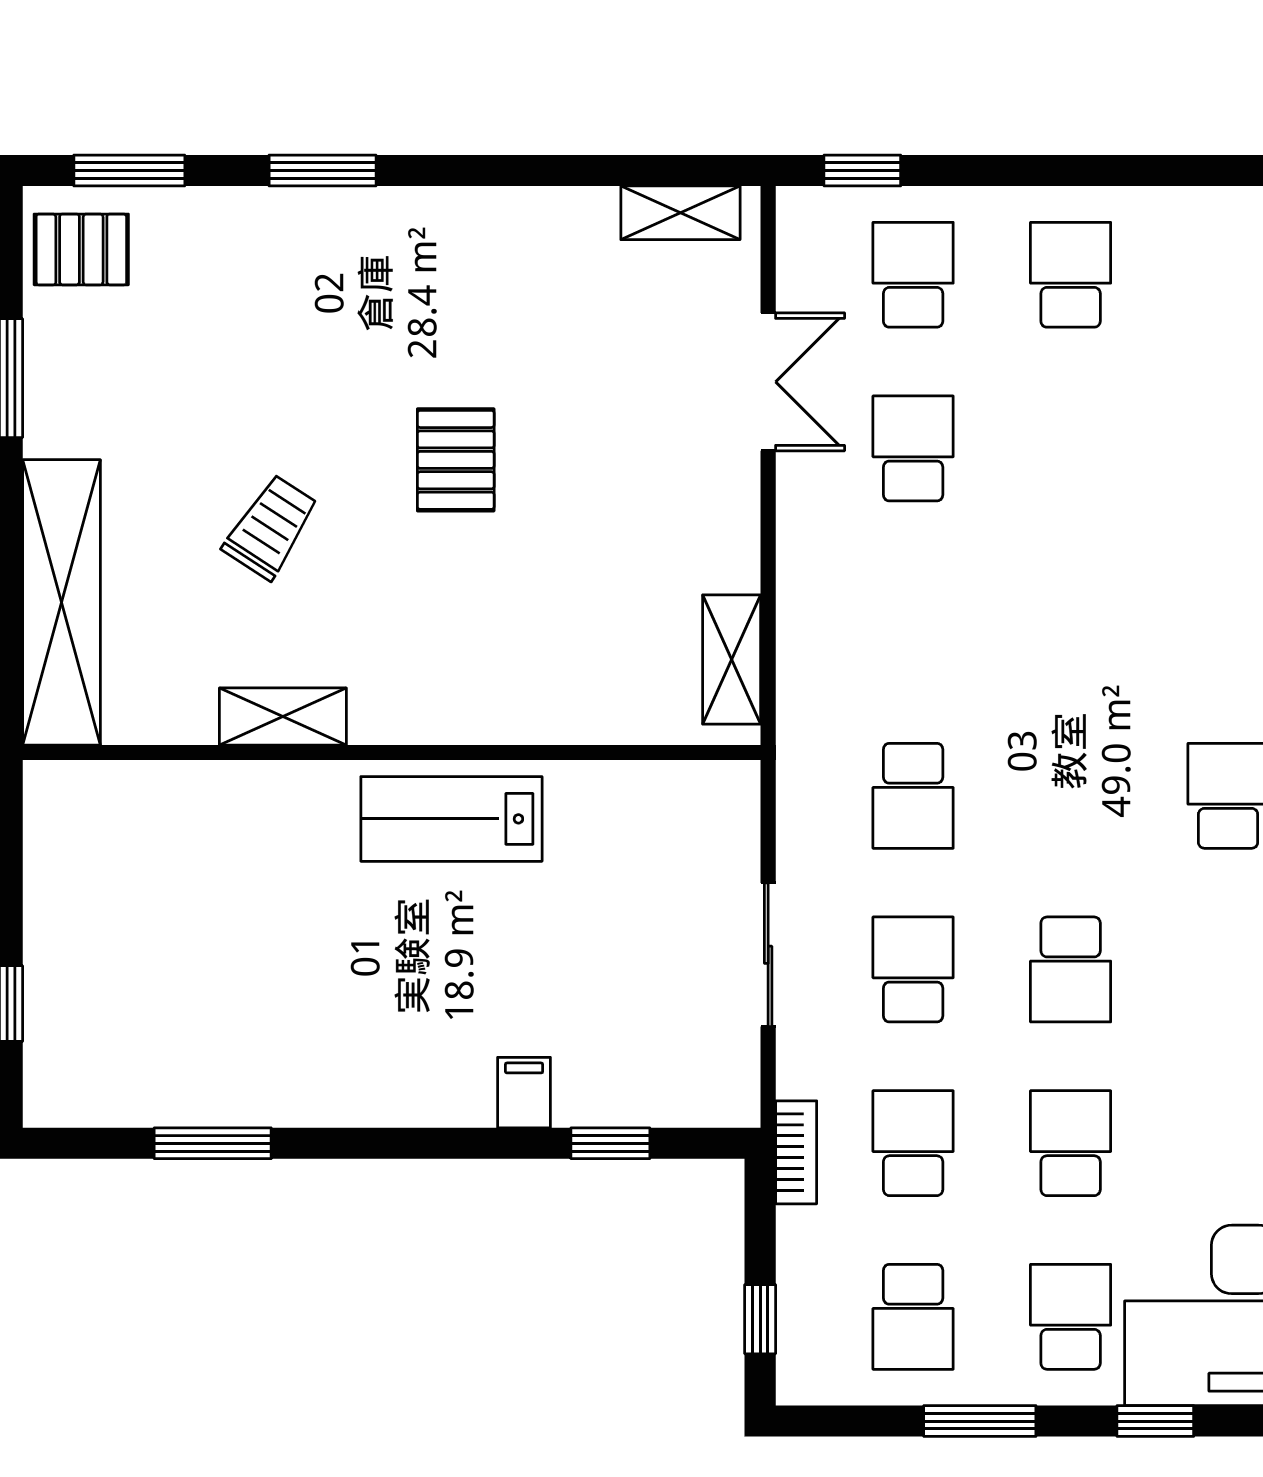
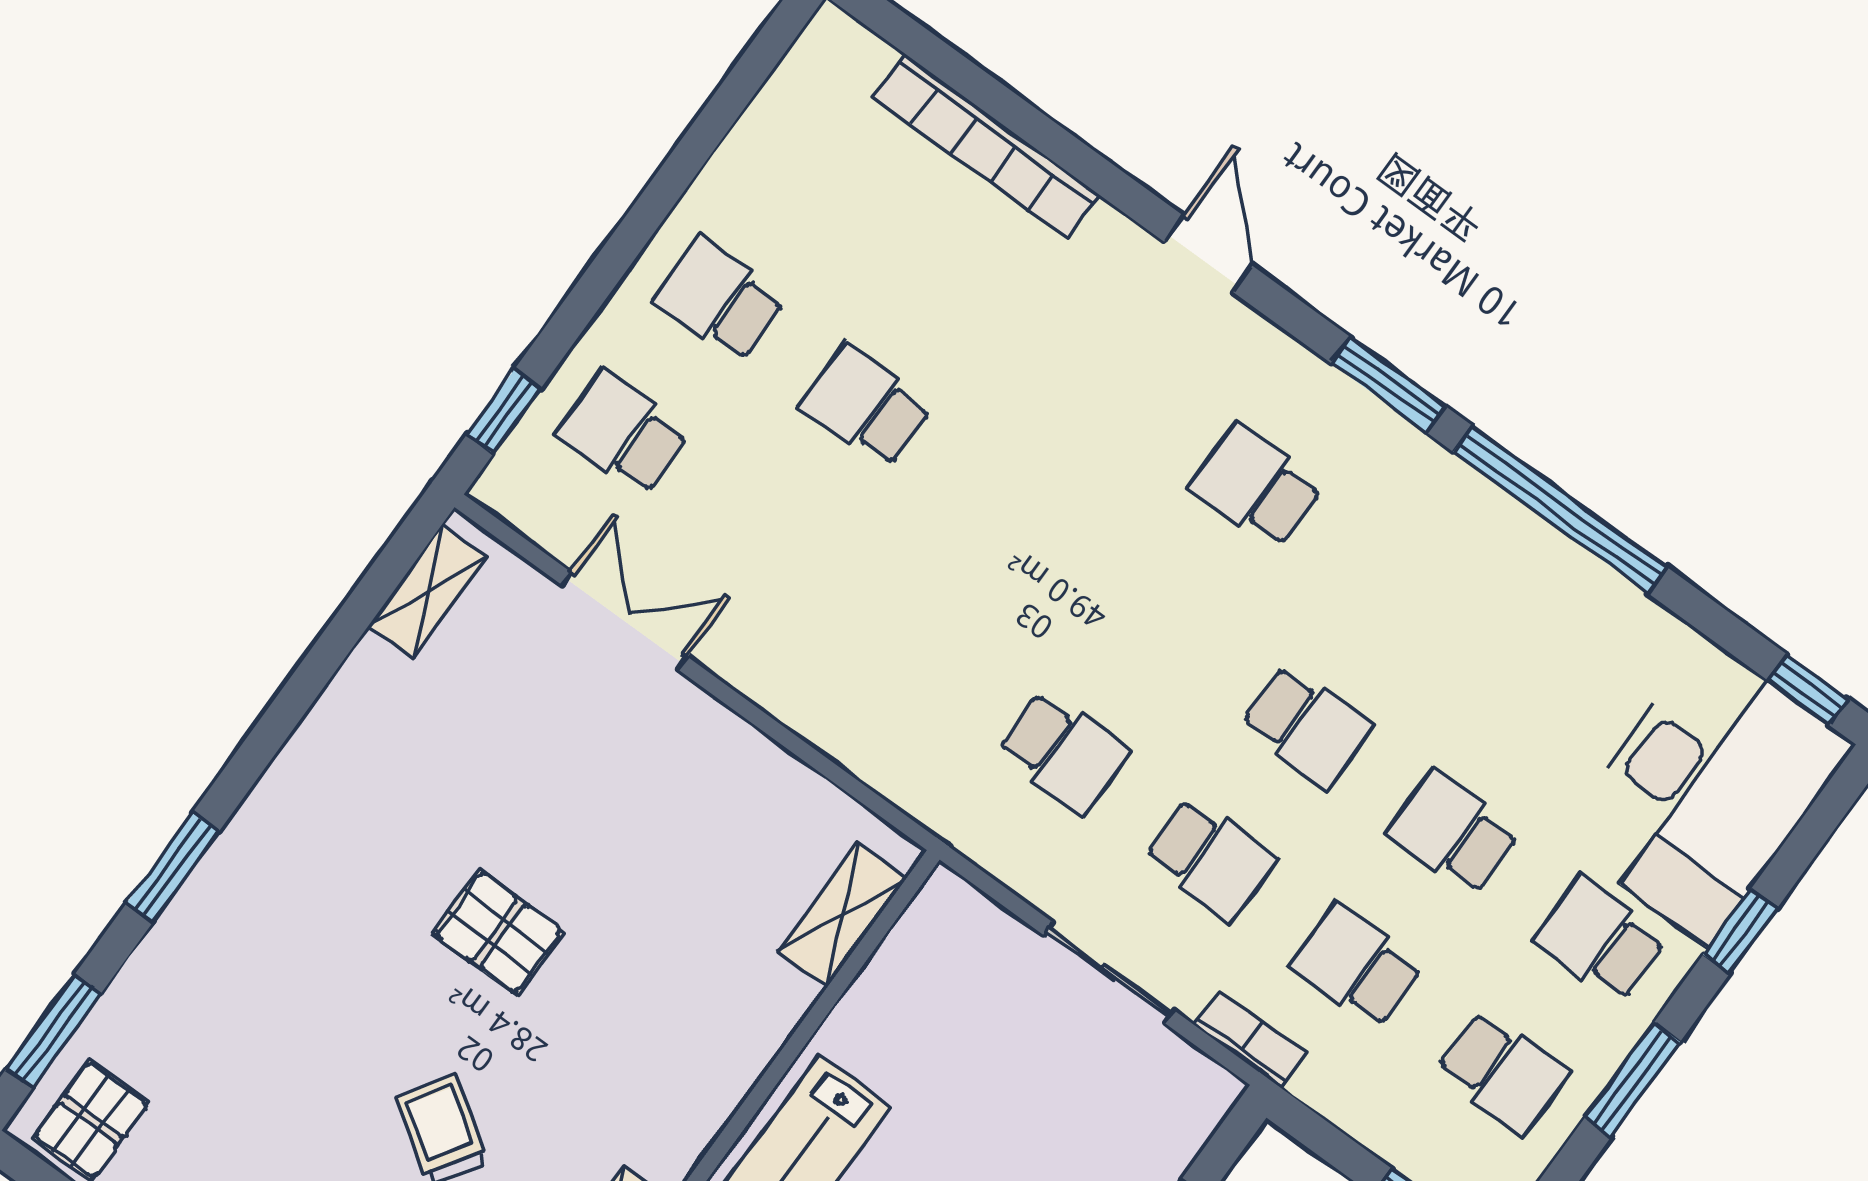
school desk: (913, 448) -> (866, 406), moved
shelving: (732, 660) -> (843, 915), moved, turned 90
school desk: (913, 969) -> (1210, 859), turned 180
bookcase: (796, 1152) -> (1250, 1039), moved

